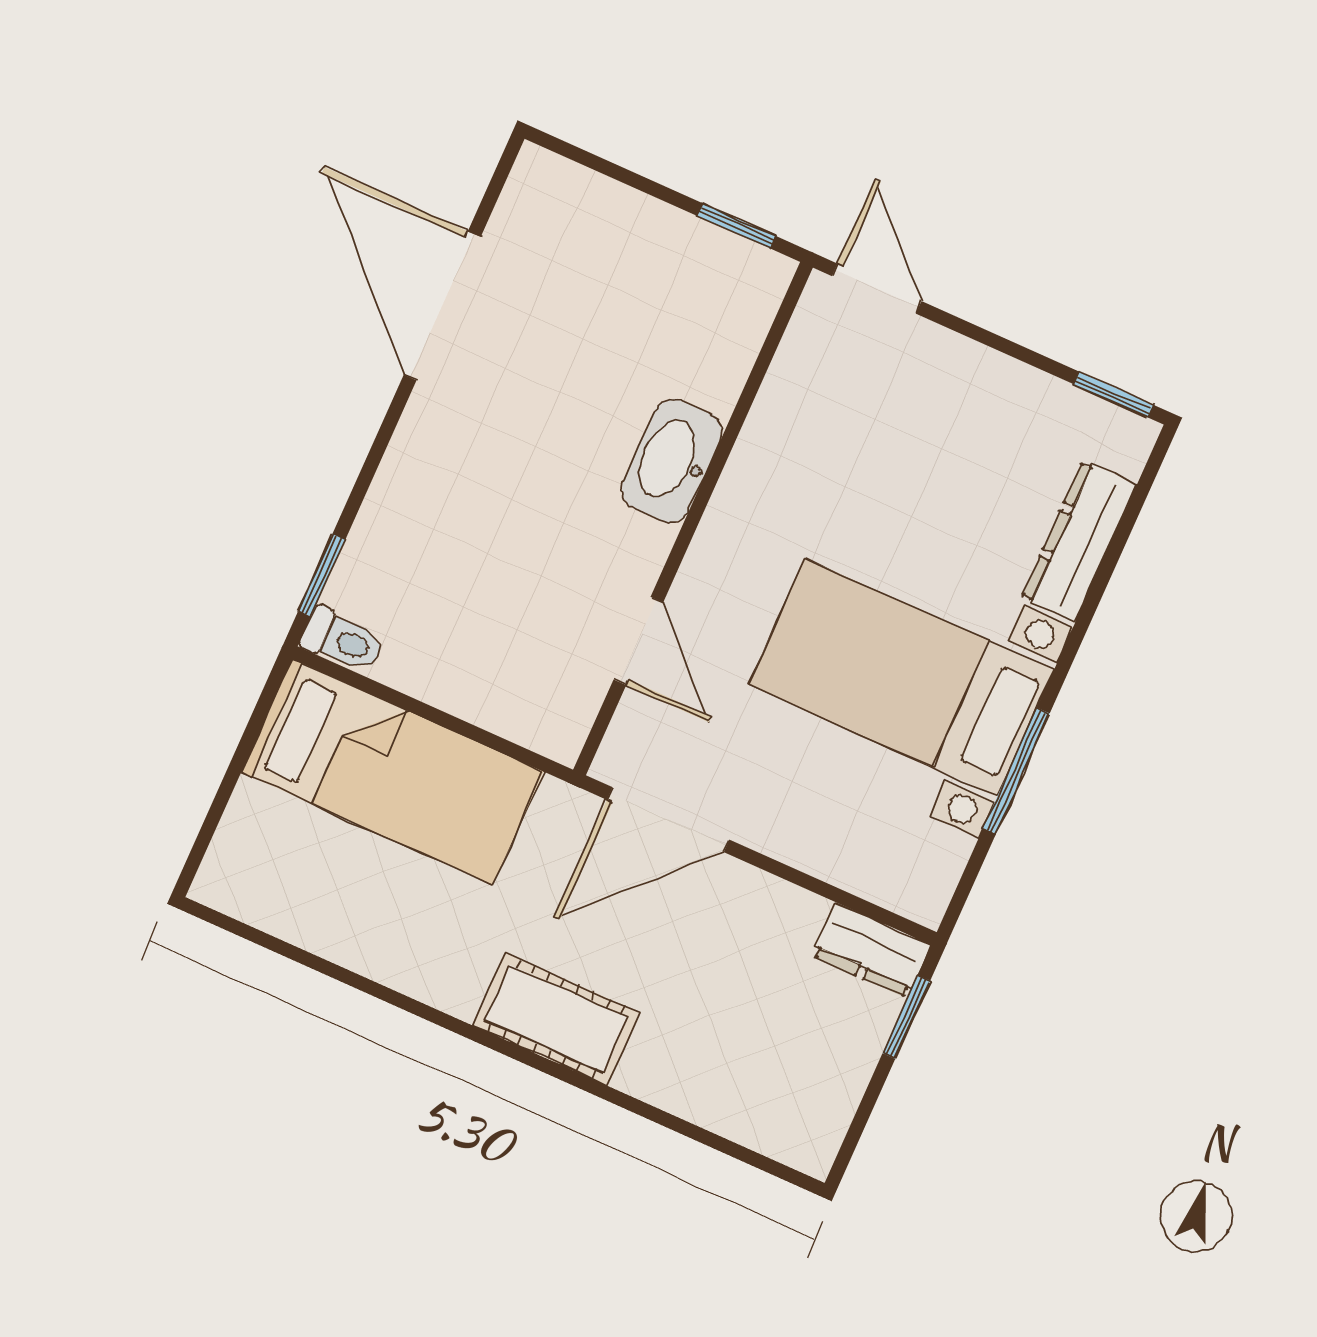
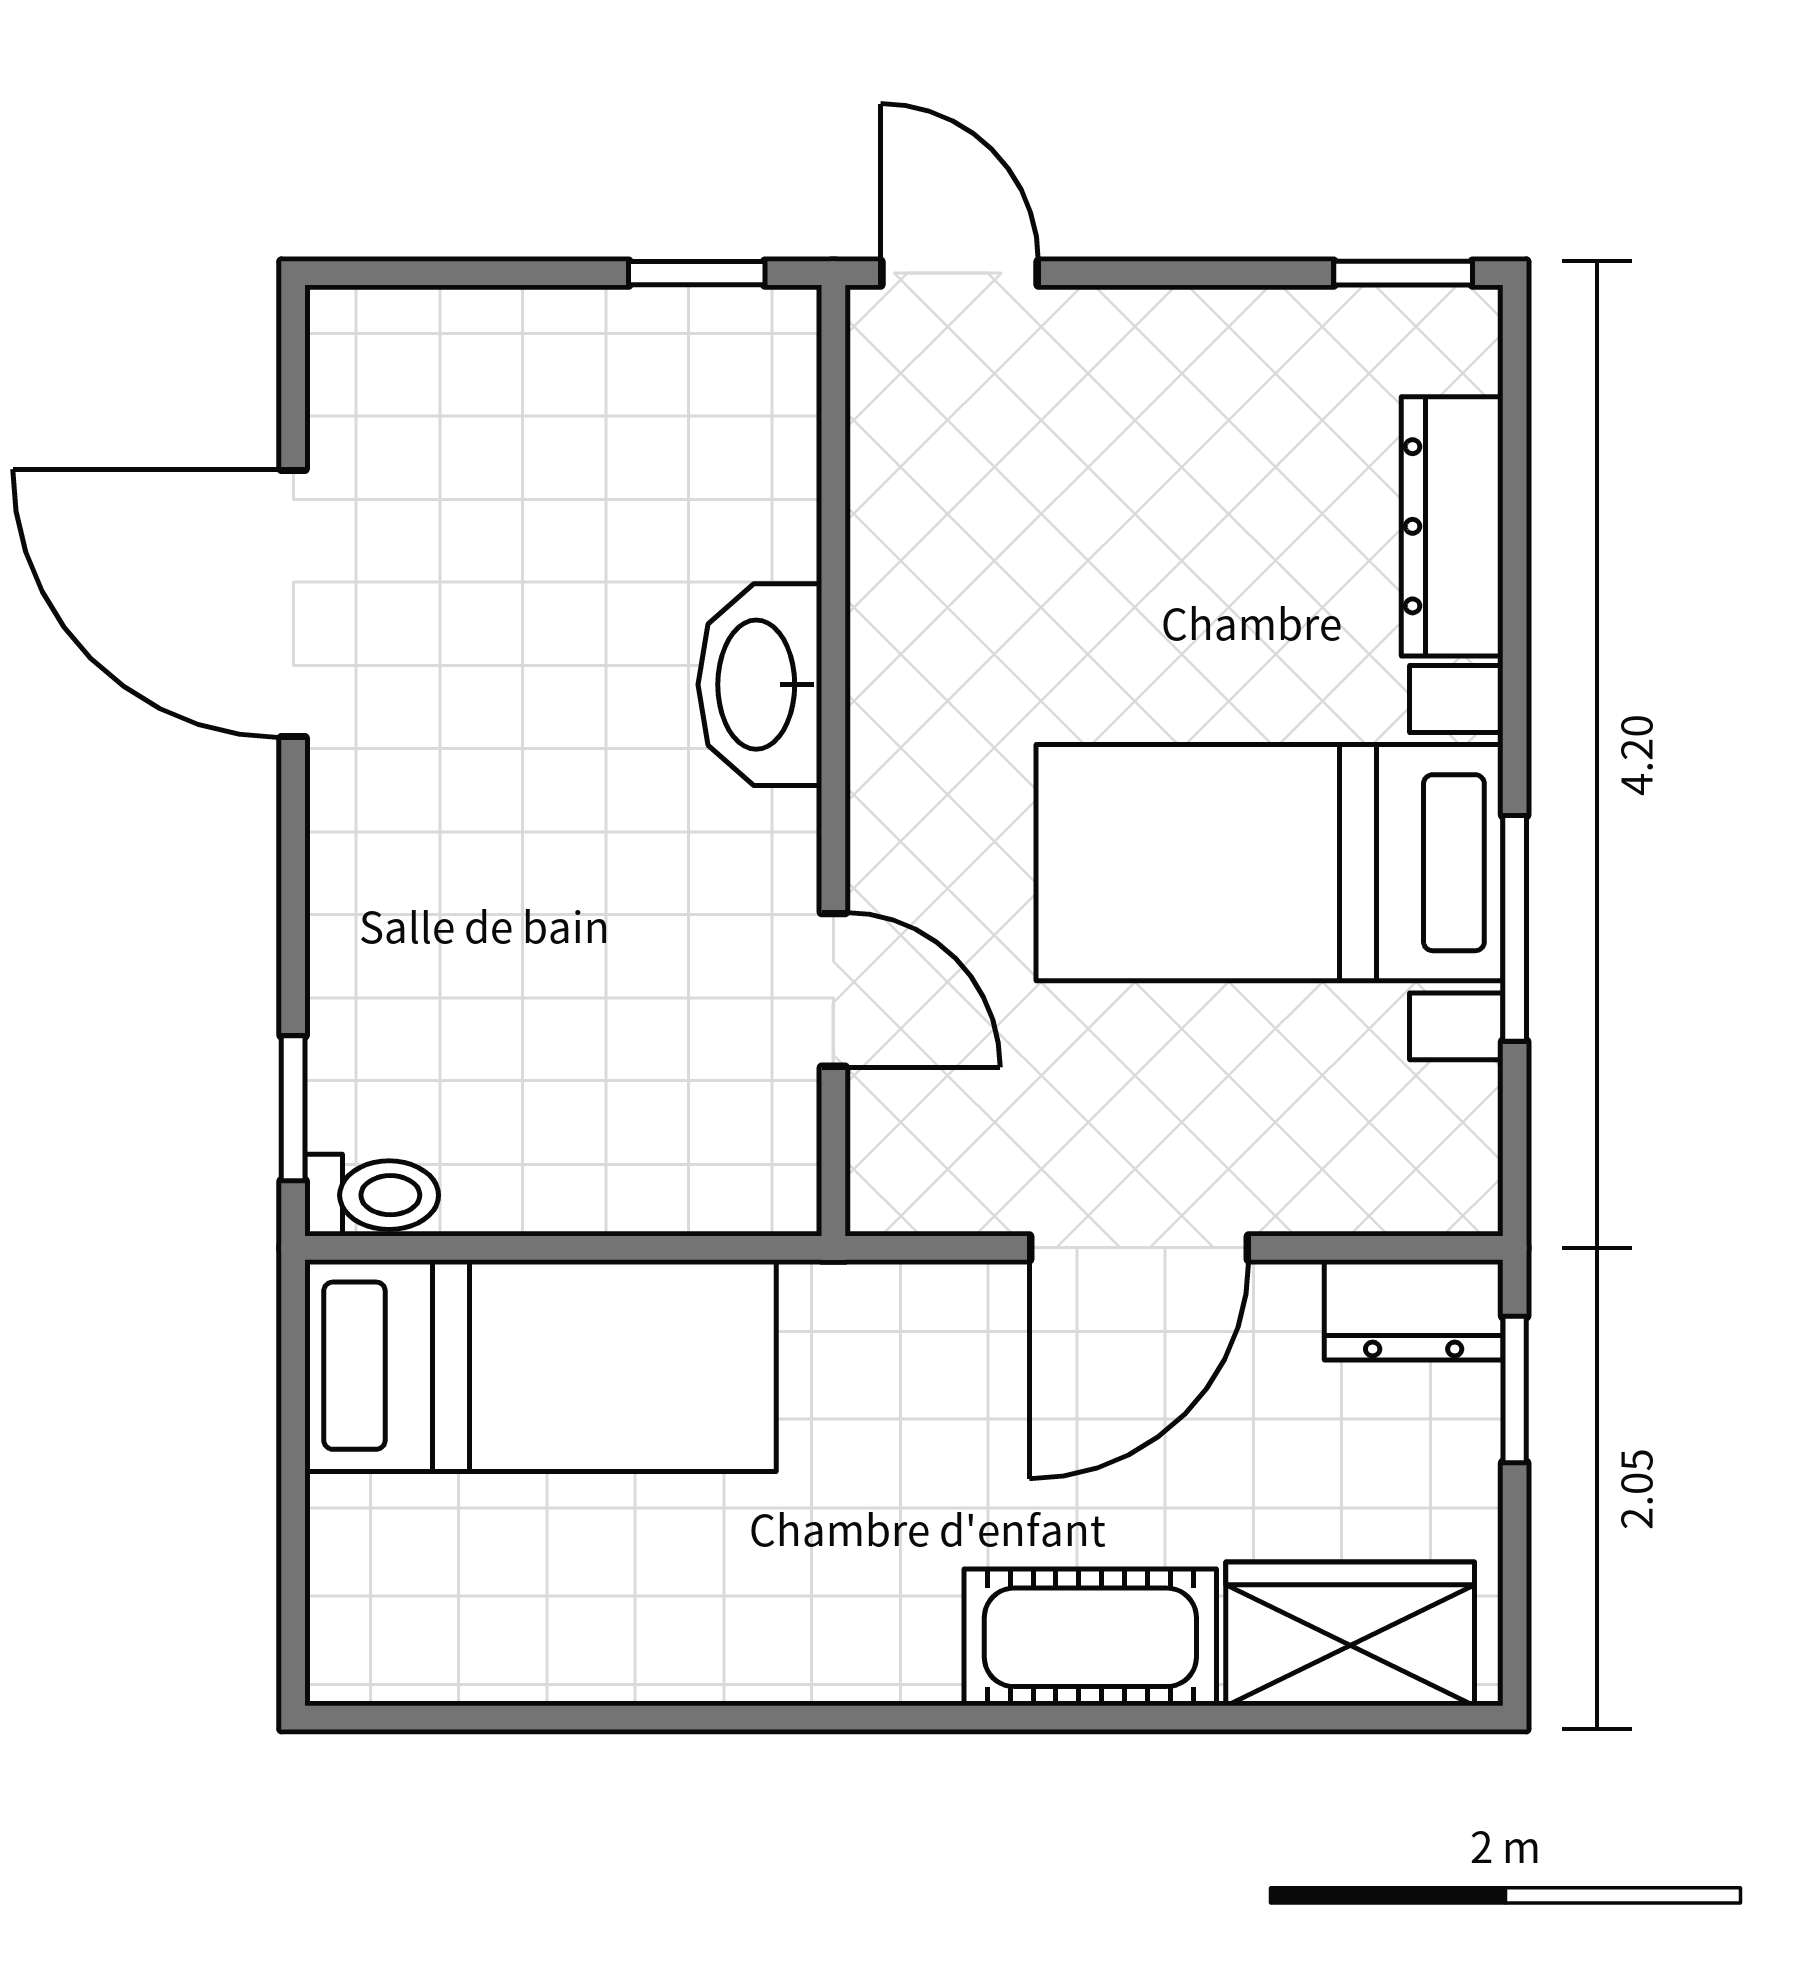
door: (668, 820) -> (1139, 1248), moved
cot: (556, 1019) -> (1090, 1637), moved
wardrobe: (760, 1108) -> (1350, 1634), added

